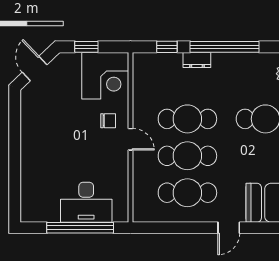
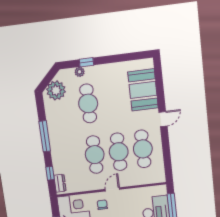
window: (224, 47) -> (45, 136), width x0.68
dresser: (197, 60) -> (60, 183), moved
door: (229, 228) -> (163, 119), hinge flipped

